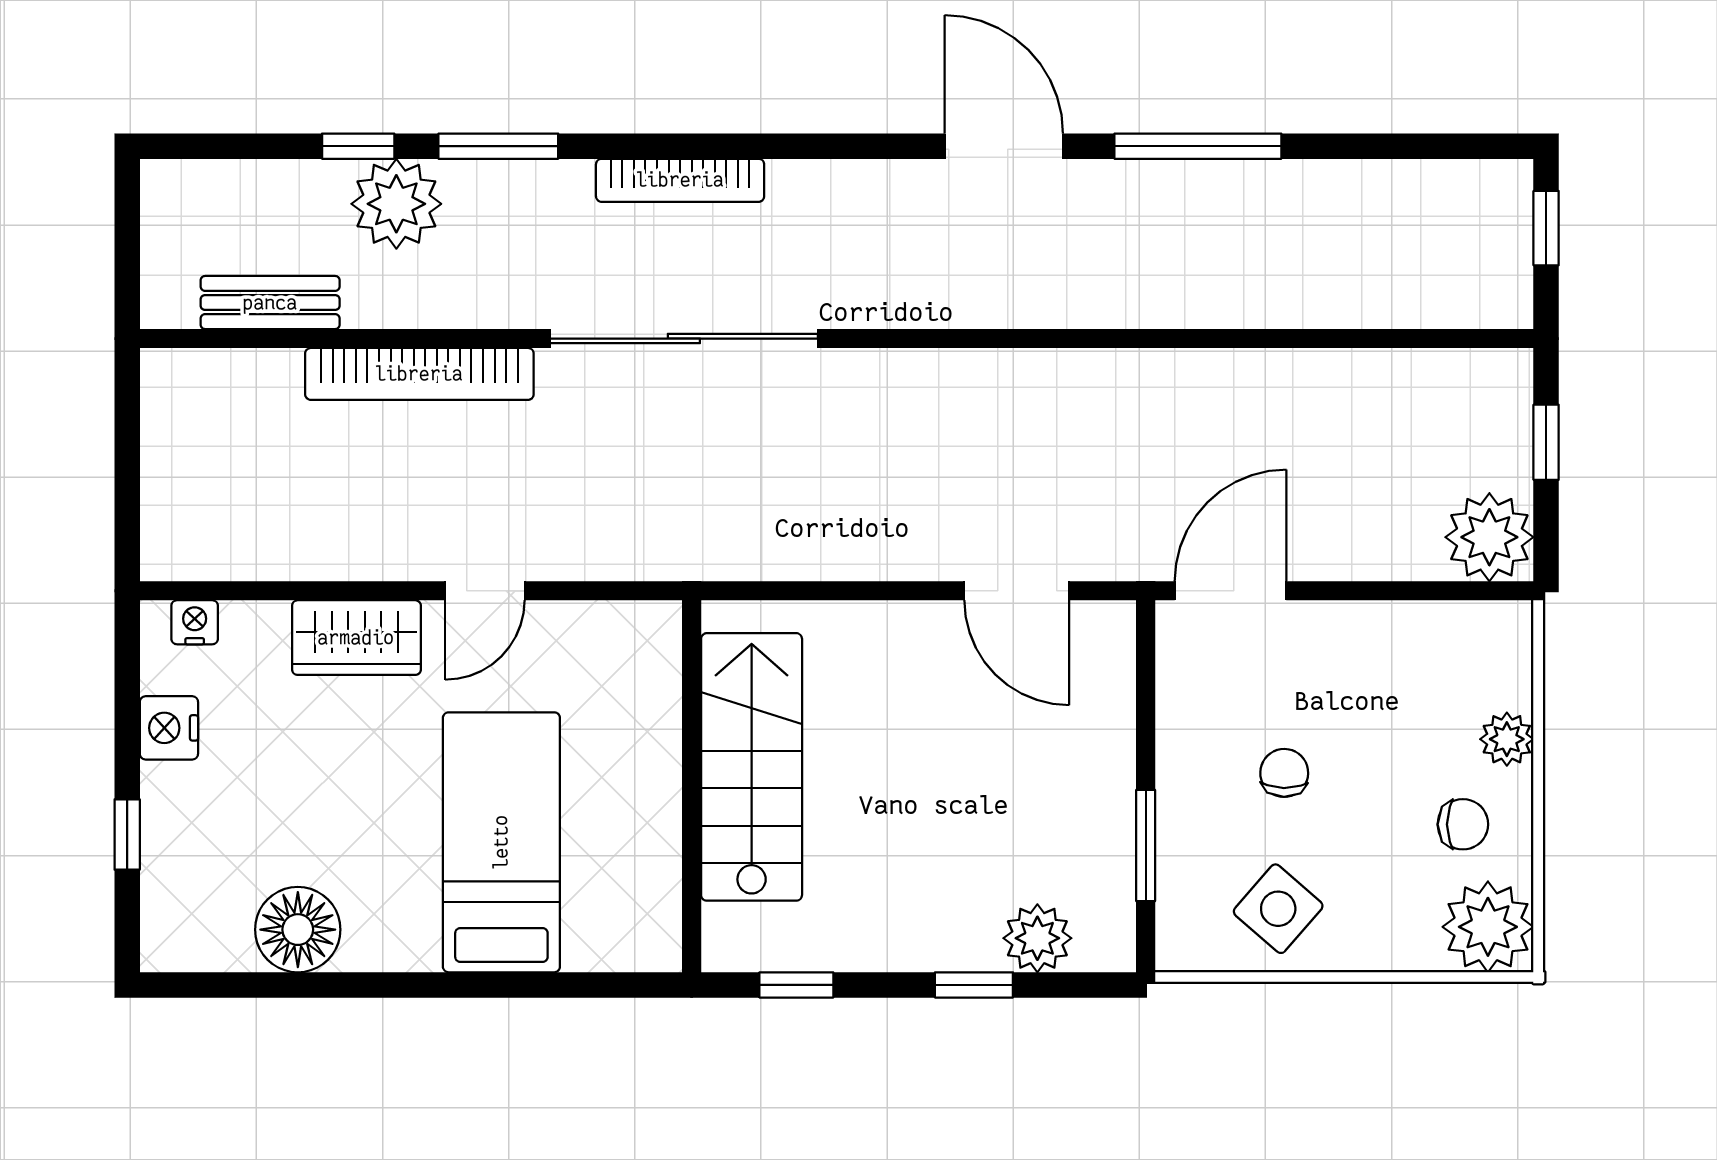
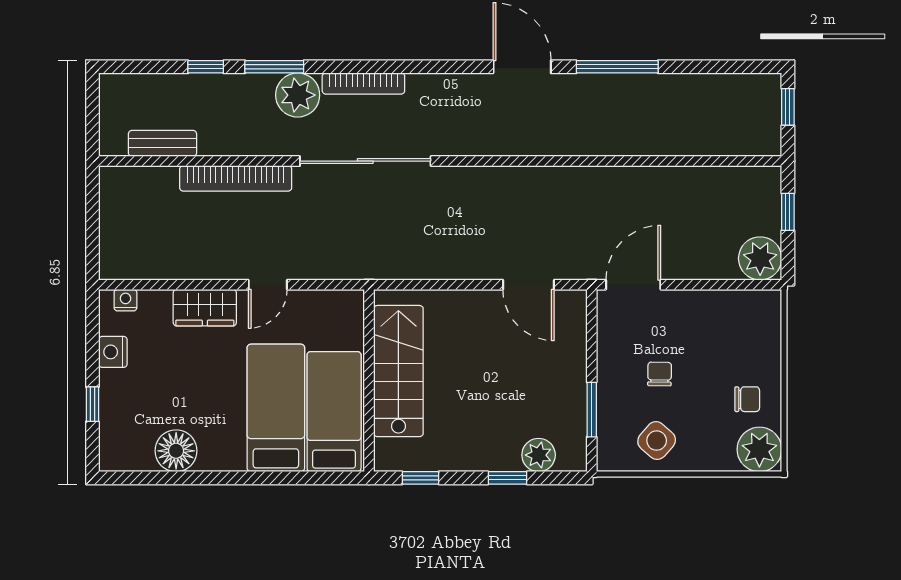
plant: (396, 204) -> (298, 95), moved
plant: (1507, 739) -> (769, 357), removed
bed: (620, 850) -> (334, 412), added

